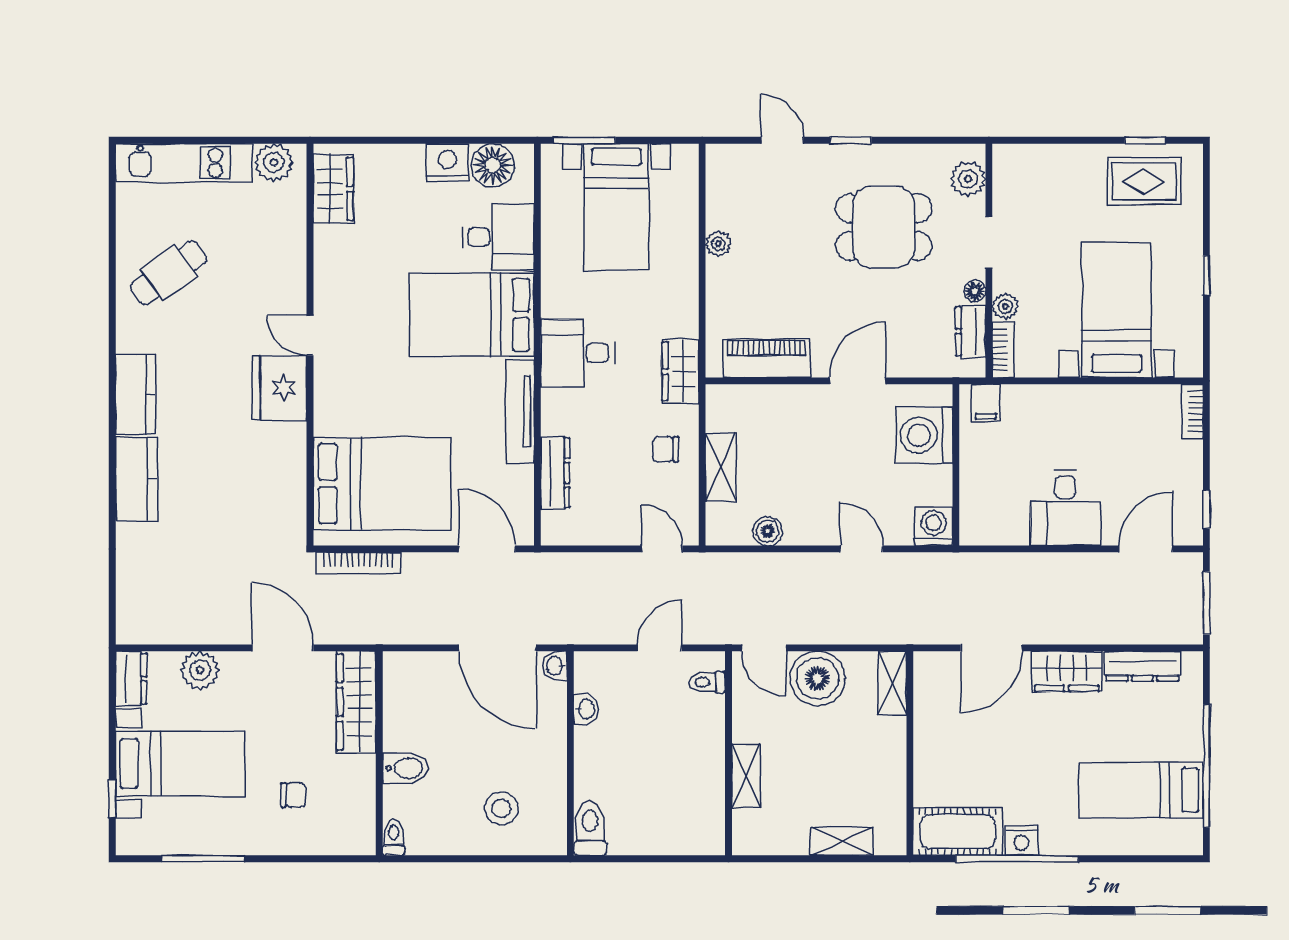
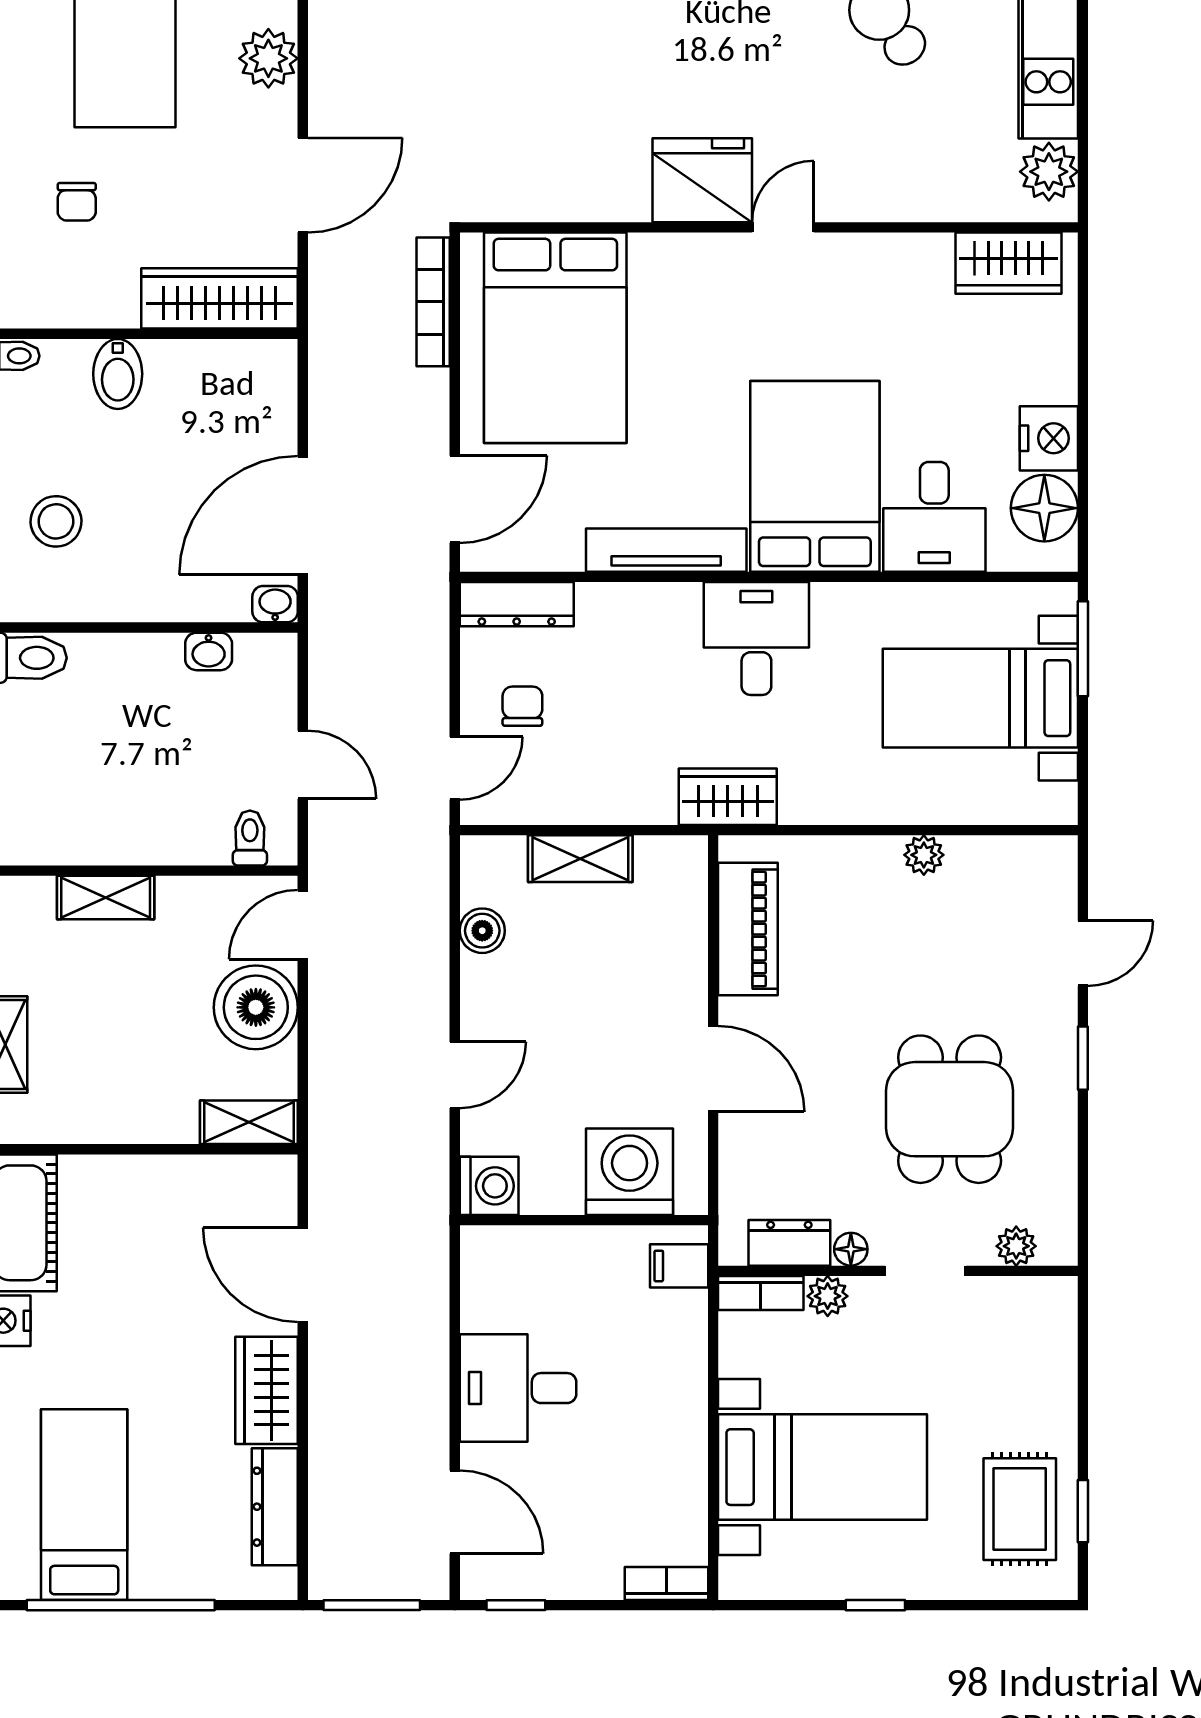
plant: (968, 179) -> (1016, 1246), width x0.73, depth x0.73
chair: (666, 449) -> (522, 706), moved
dresser: (555, 473) -> (517, 604), moved

